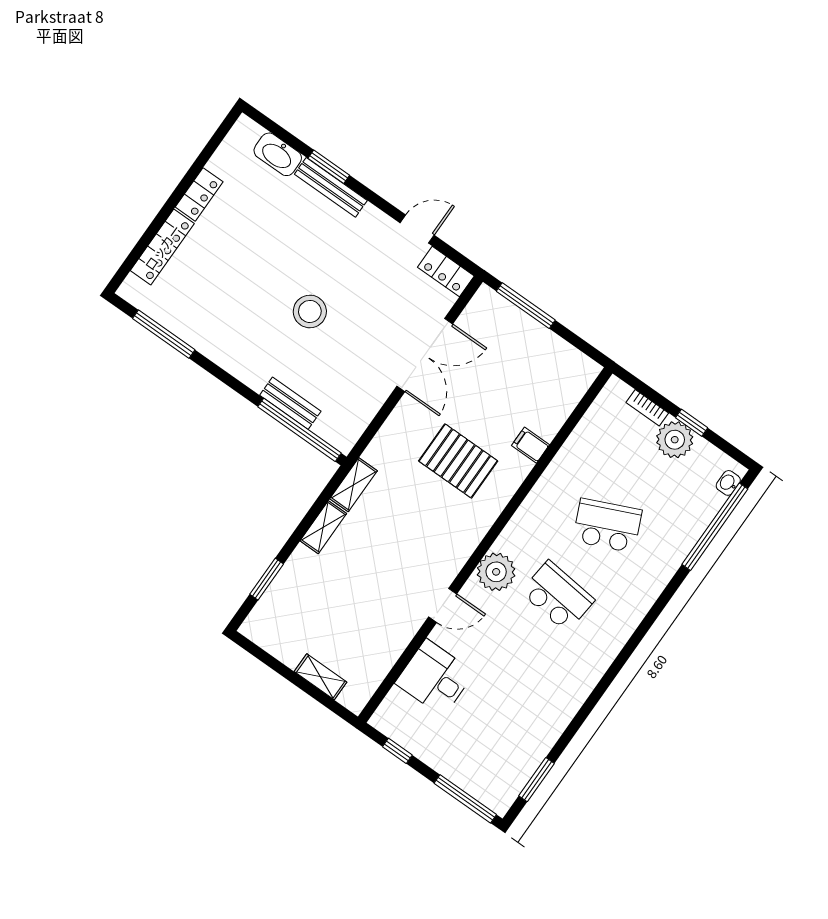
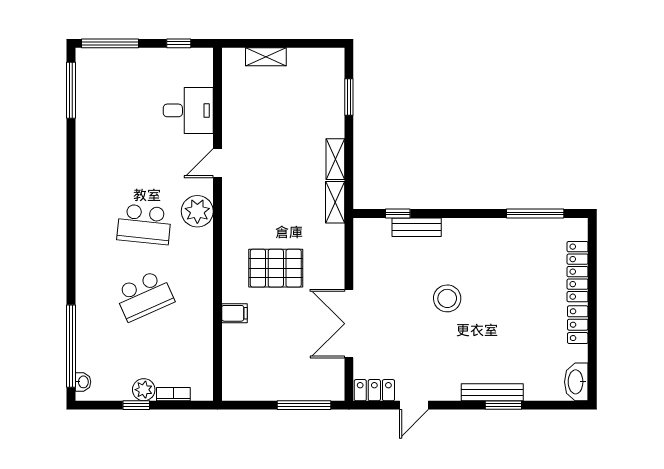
washbasin: (278, 154) -> (576, 382), moved, turned -90
window: (299, 430) -> (398, 213), width x0.32
plant: (675, 440) -> (144, 390), width x0.73, depth x0.73
window: (537, 780) -> (71, 90), width x1.44

